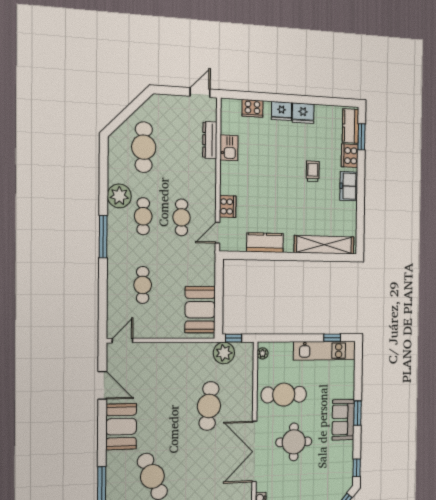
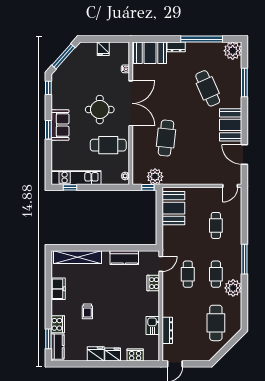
freezer: (349, 186) -> (58, 289), moved

